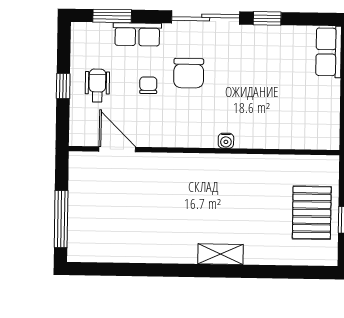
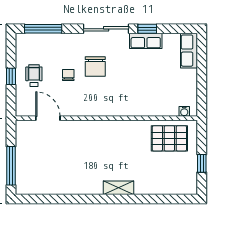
window: (112, 16) -> (43, 29), width x1.44
row of seats: (137, 34) -> (146, 41), moved
water cooler: (226, 141) -> (184, 111), moved
pallet: (312, 213) -> (169, 138), moved, turned 90

